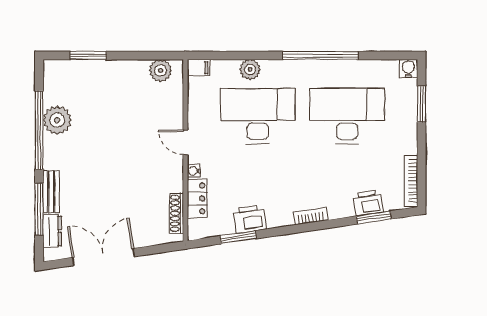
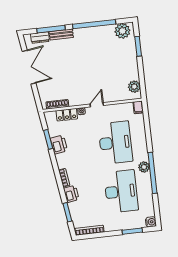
plant: (250, 69) -> (144, 167), moved
plant: (57, 120) -> (122, 31), moved
printer: (368, 203) -> (71, 194), moved

